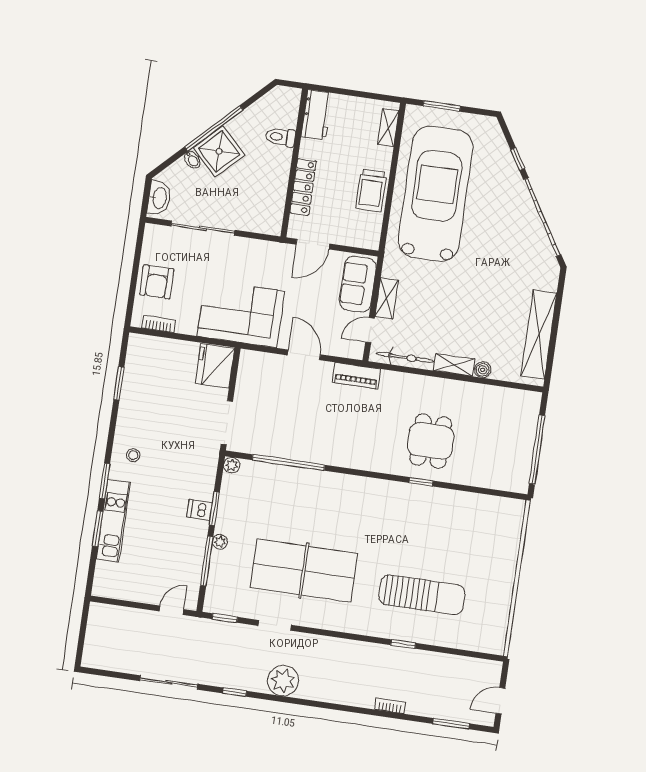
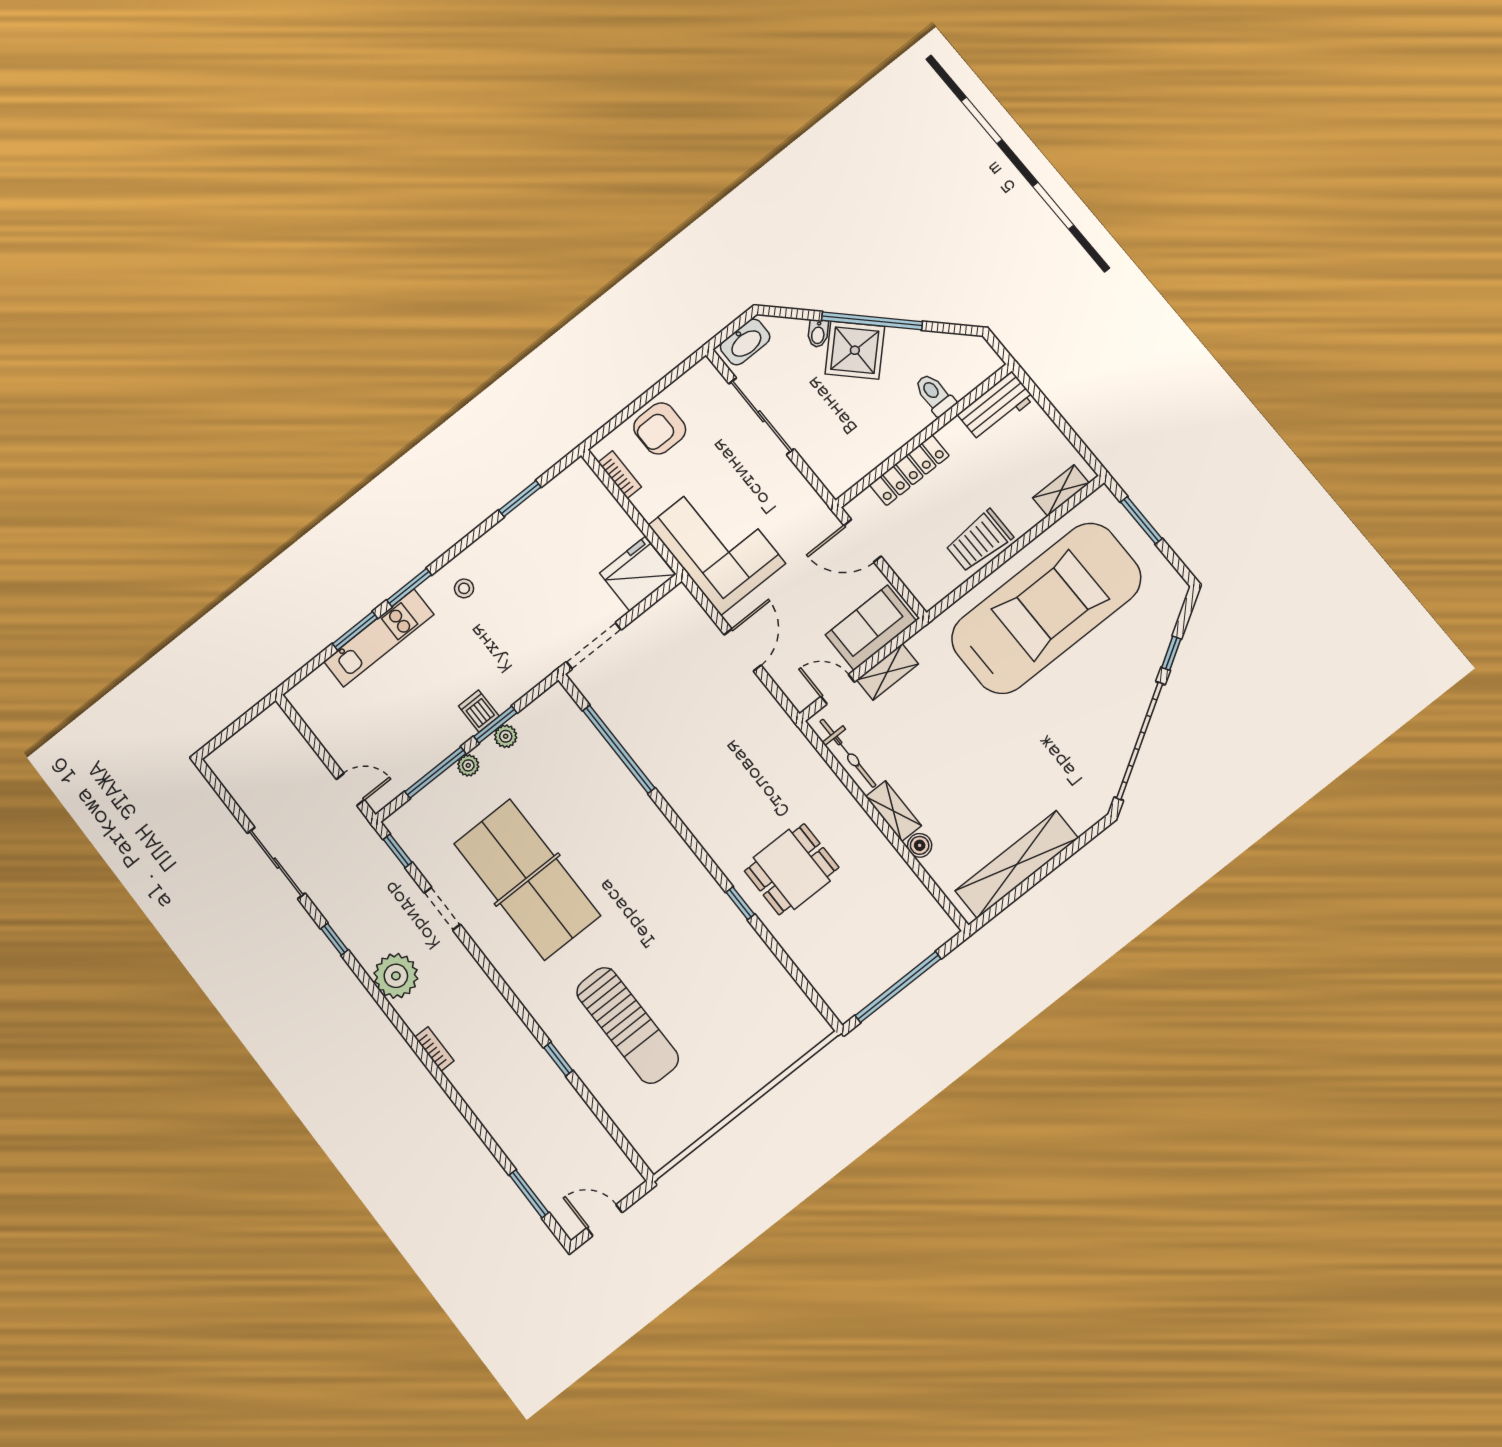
piano: (356, 376) -> (778, 724), removed
plant: (232, 465) -> (506, 736), moved
bookcase: (390, 706) -> (434, 1049), moved

